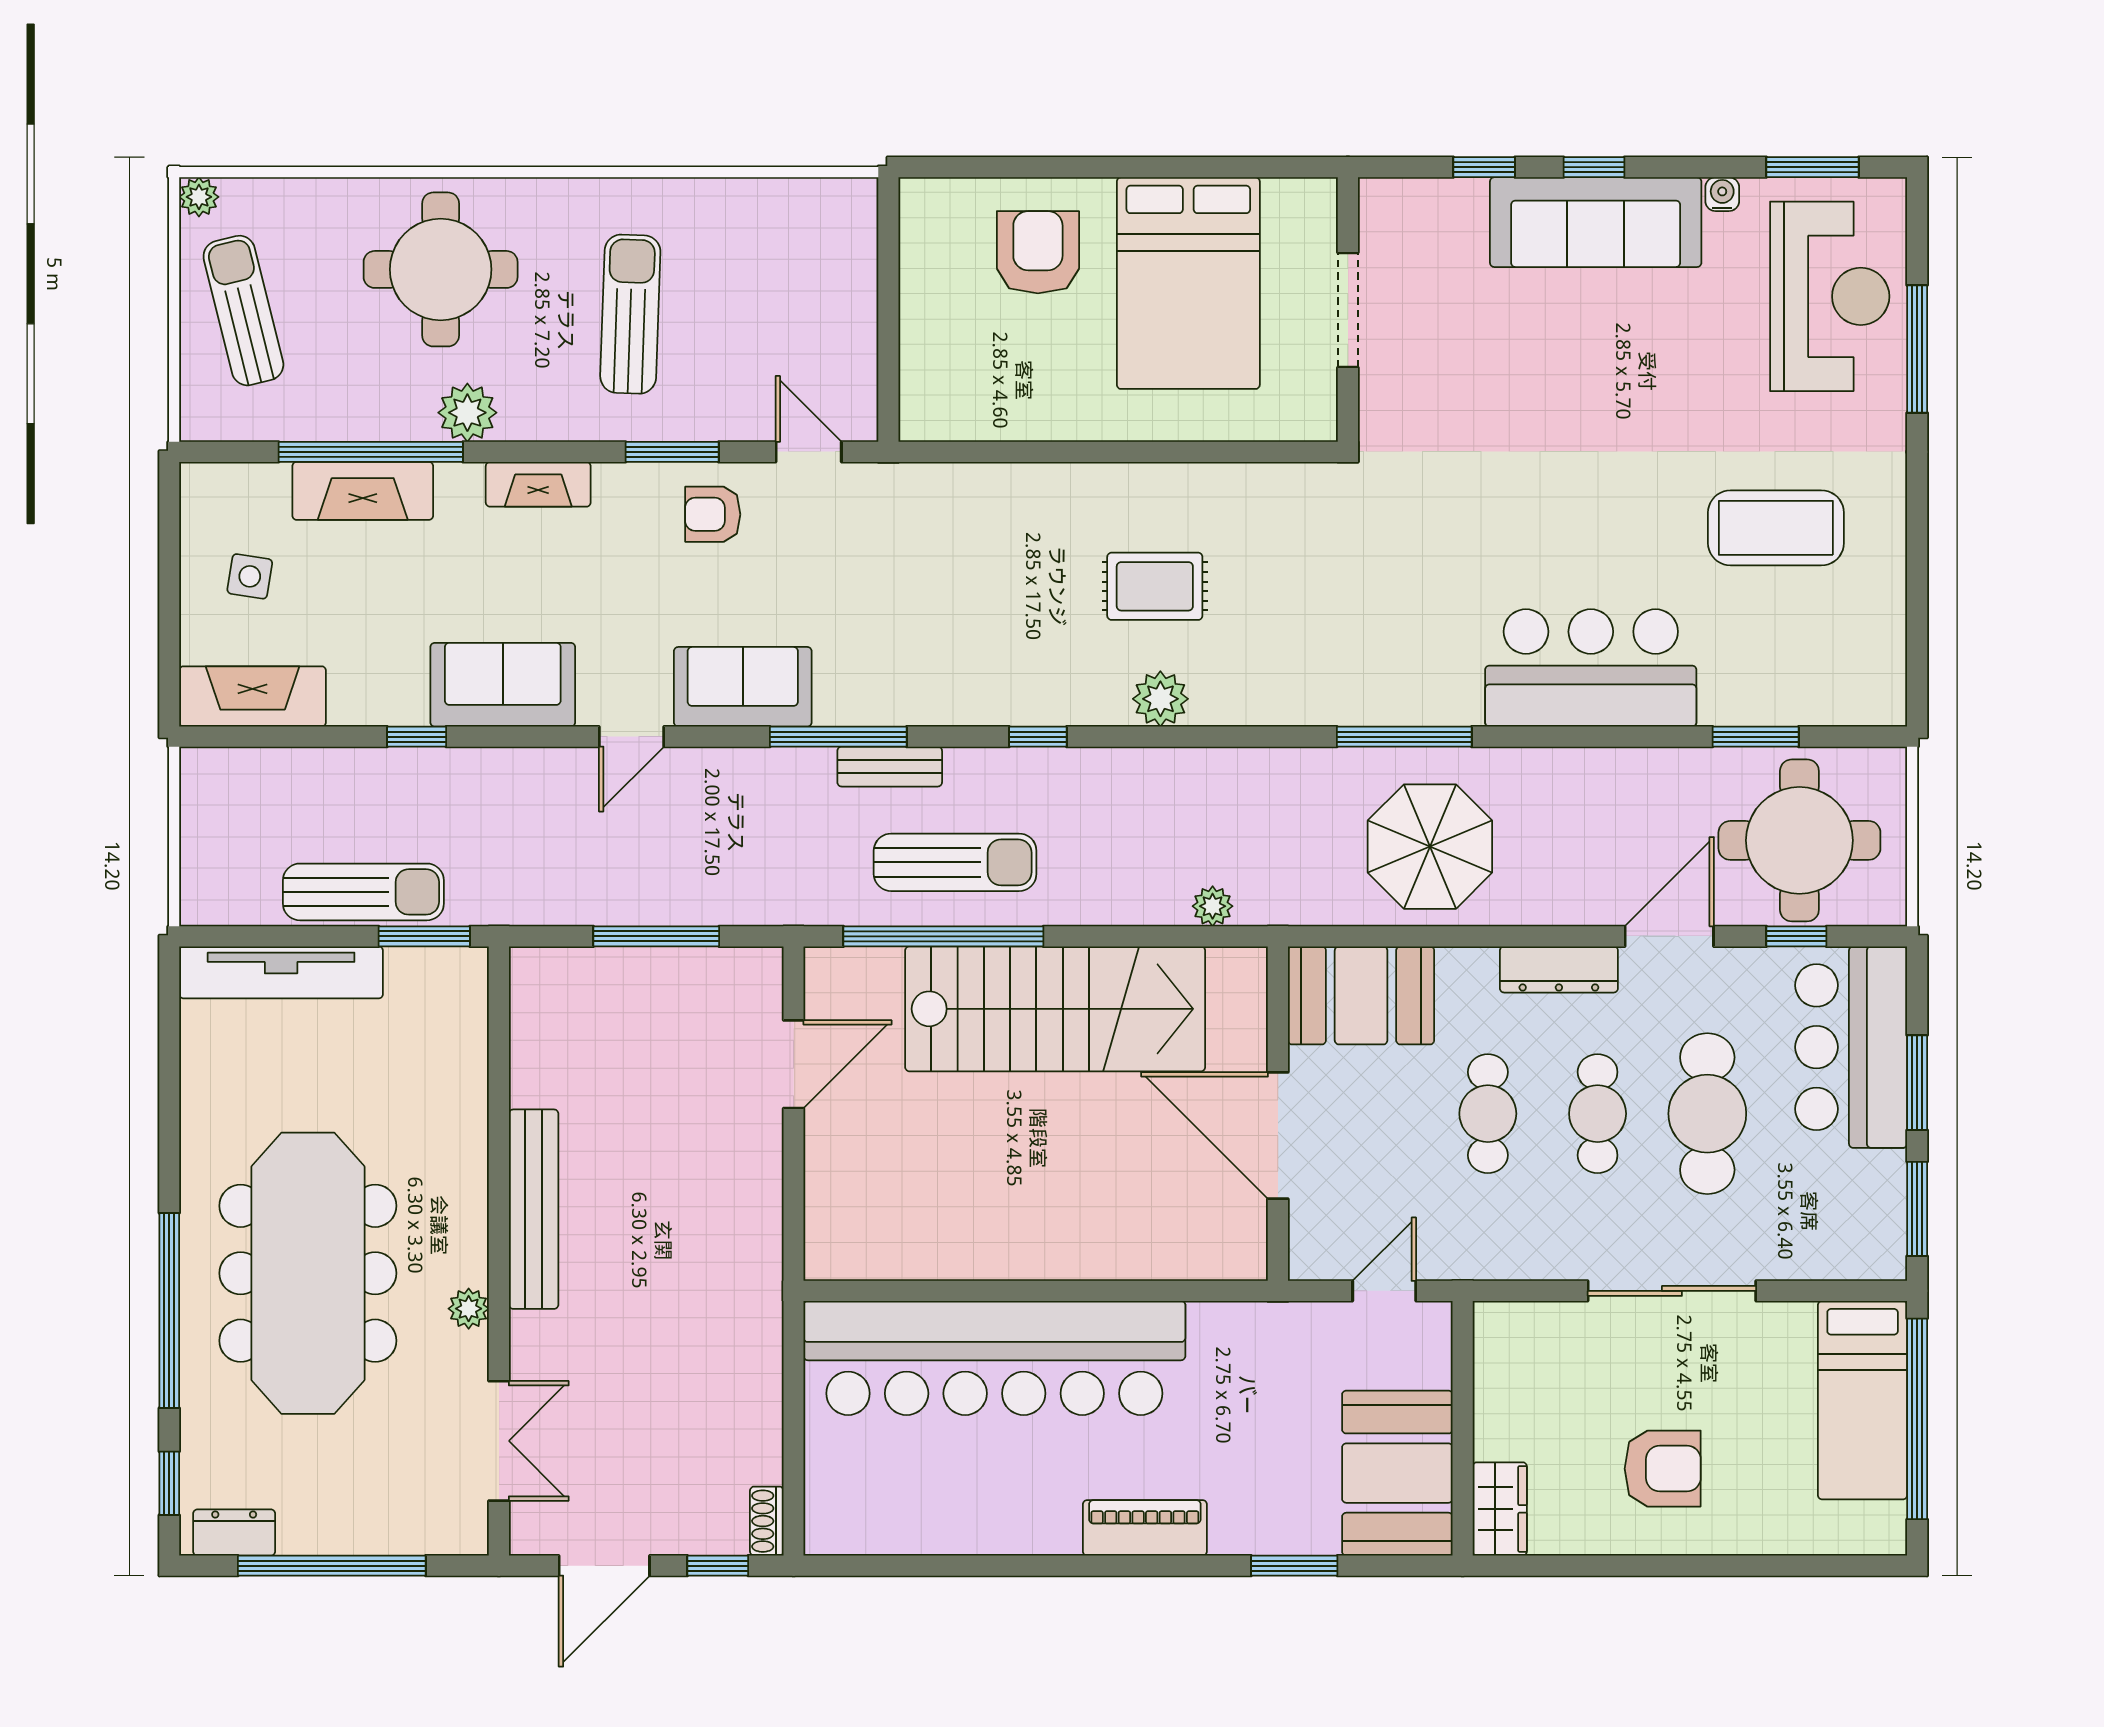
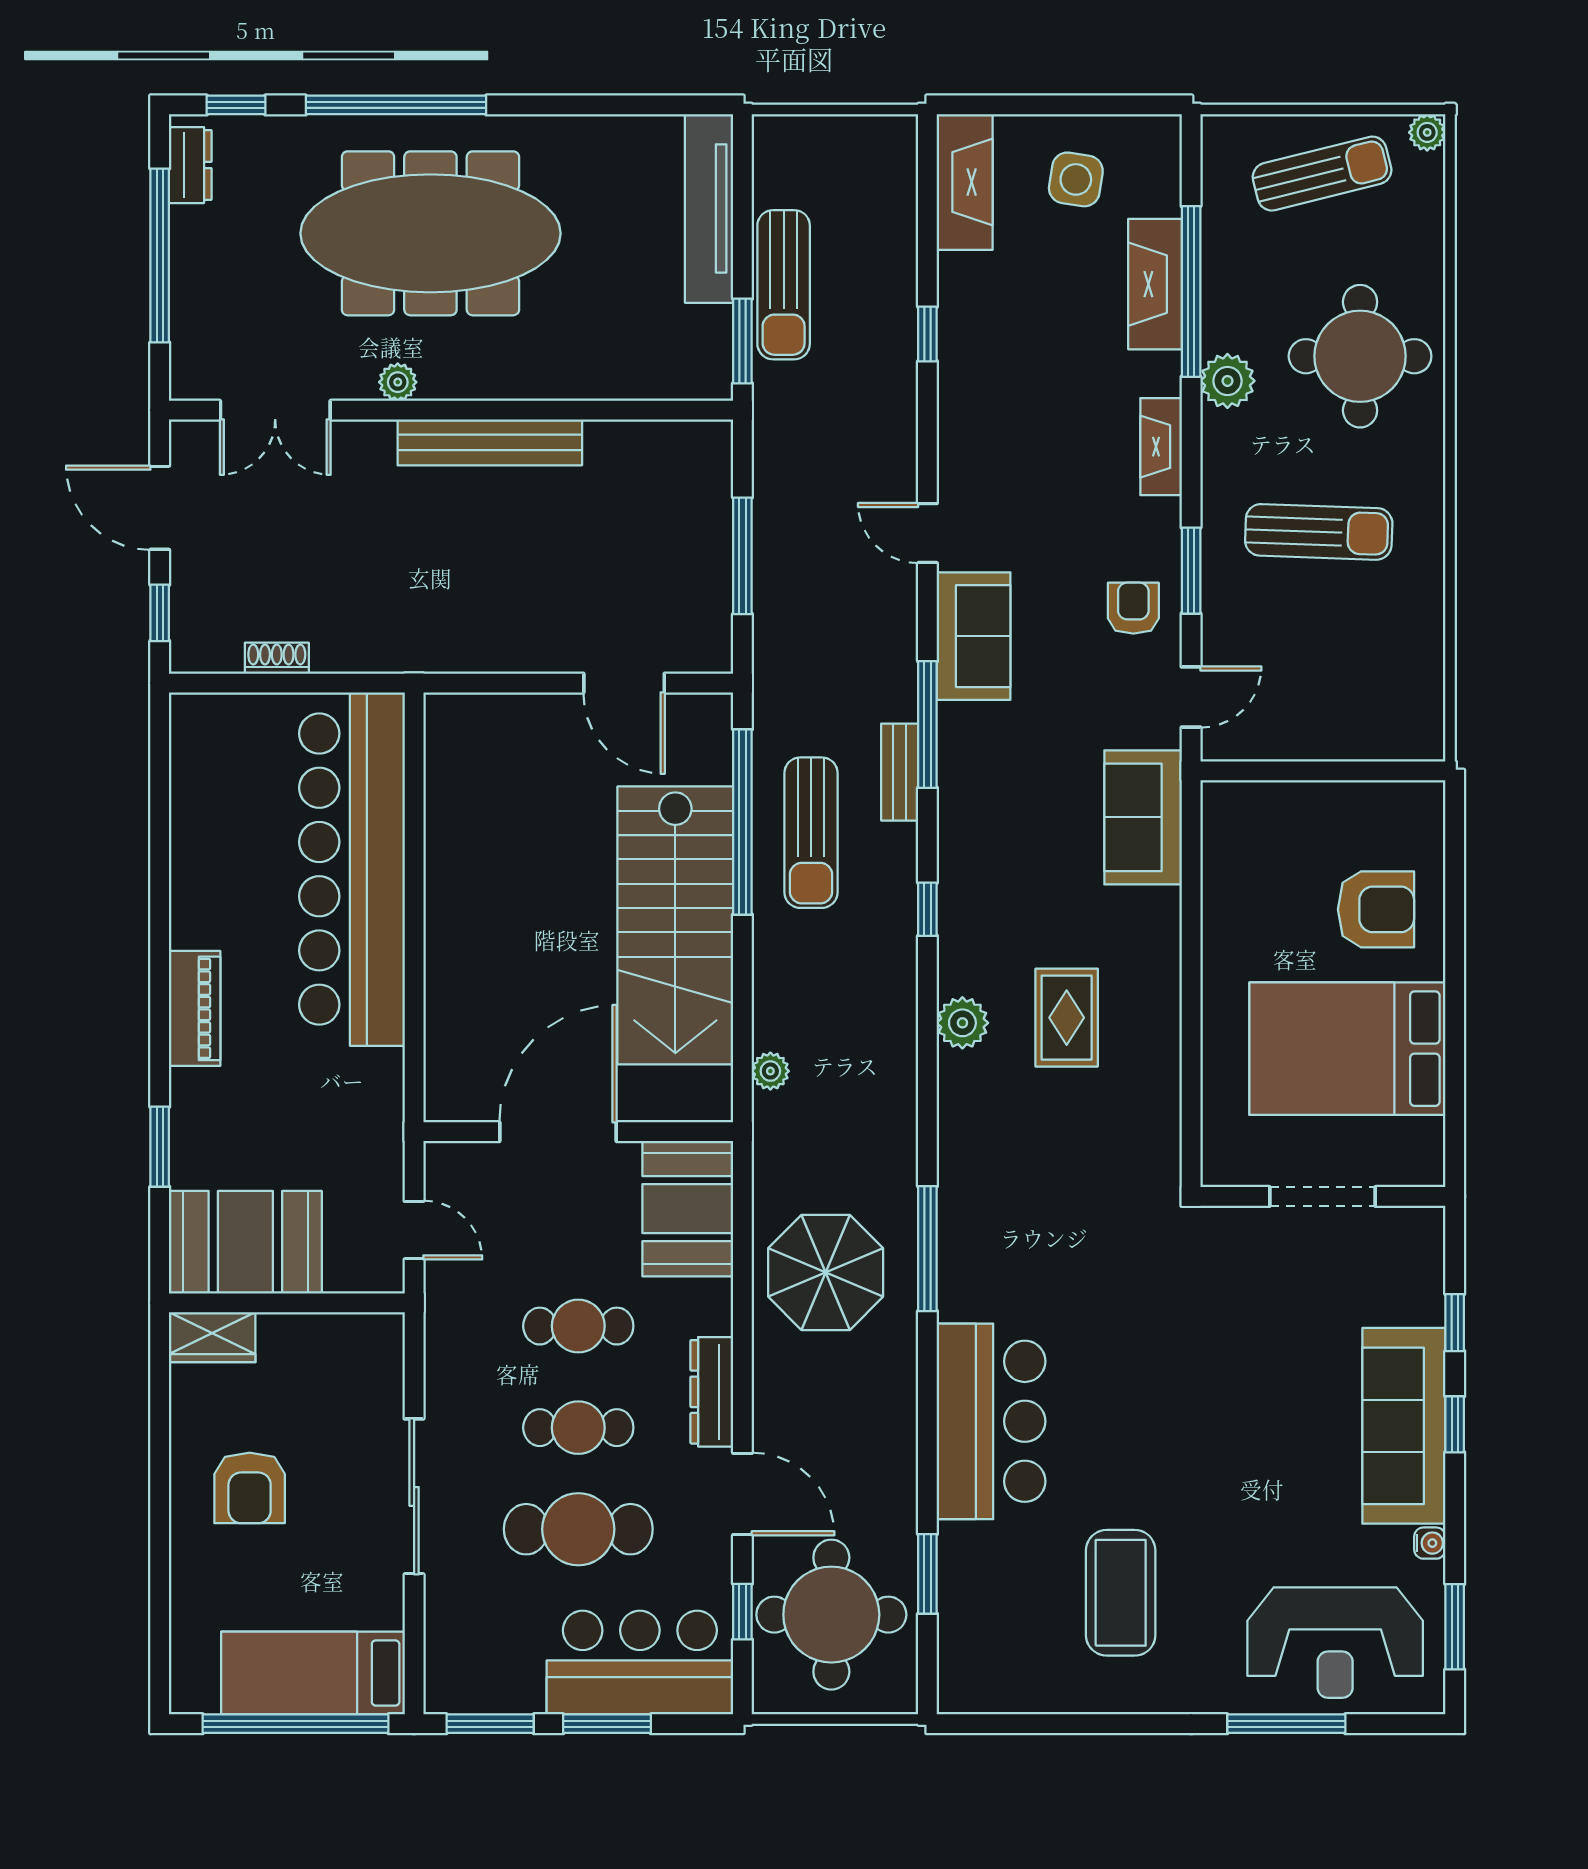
side table: (250, 576) -> (1076, 179), width x1.37, depth x1.37
sofa: (503, 685) -> (1143, 817), moved, turned 180
shoe rack: (767, 1521) -> (277, 658), moved

